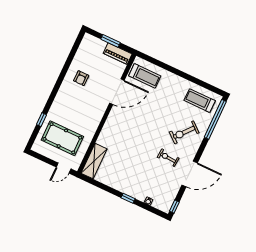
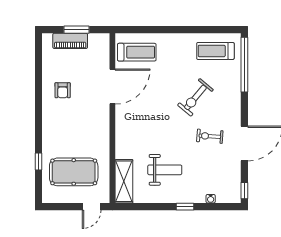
piano: (118, 54) -> (70, 41), moved
exercise bike: (184, 132) -> (195, 97), moved
weight bench: (126, 166) -> (165, 170), added

